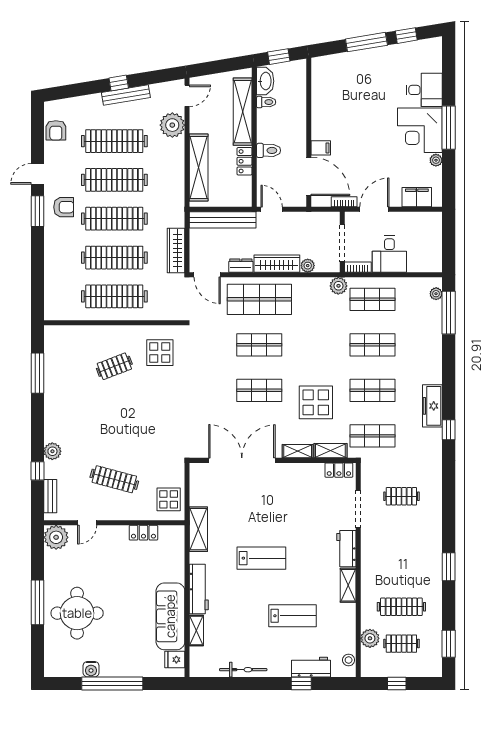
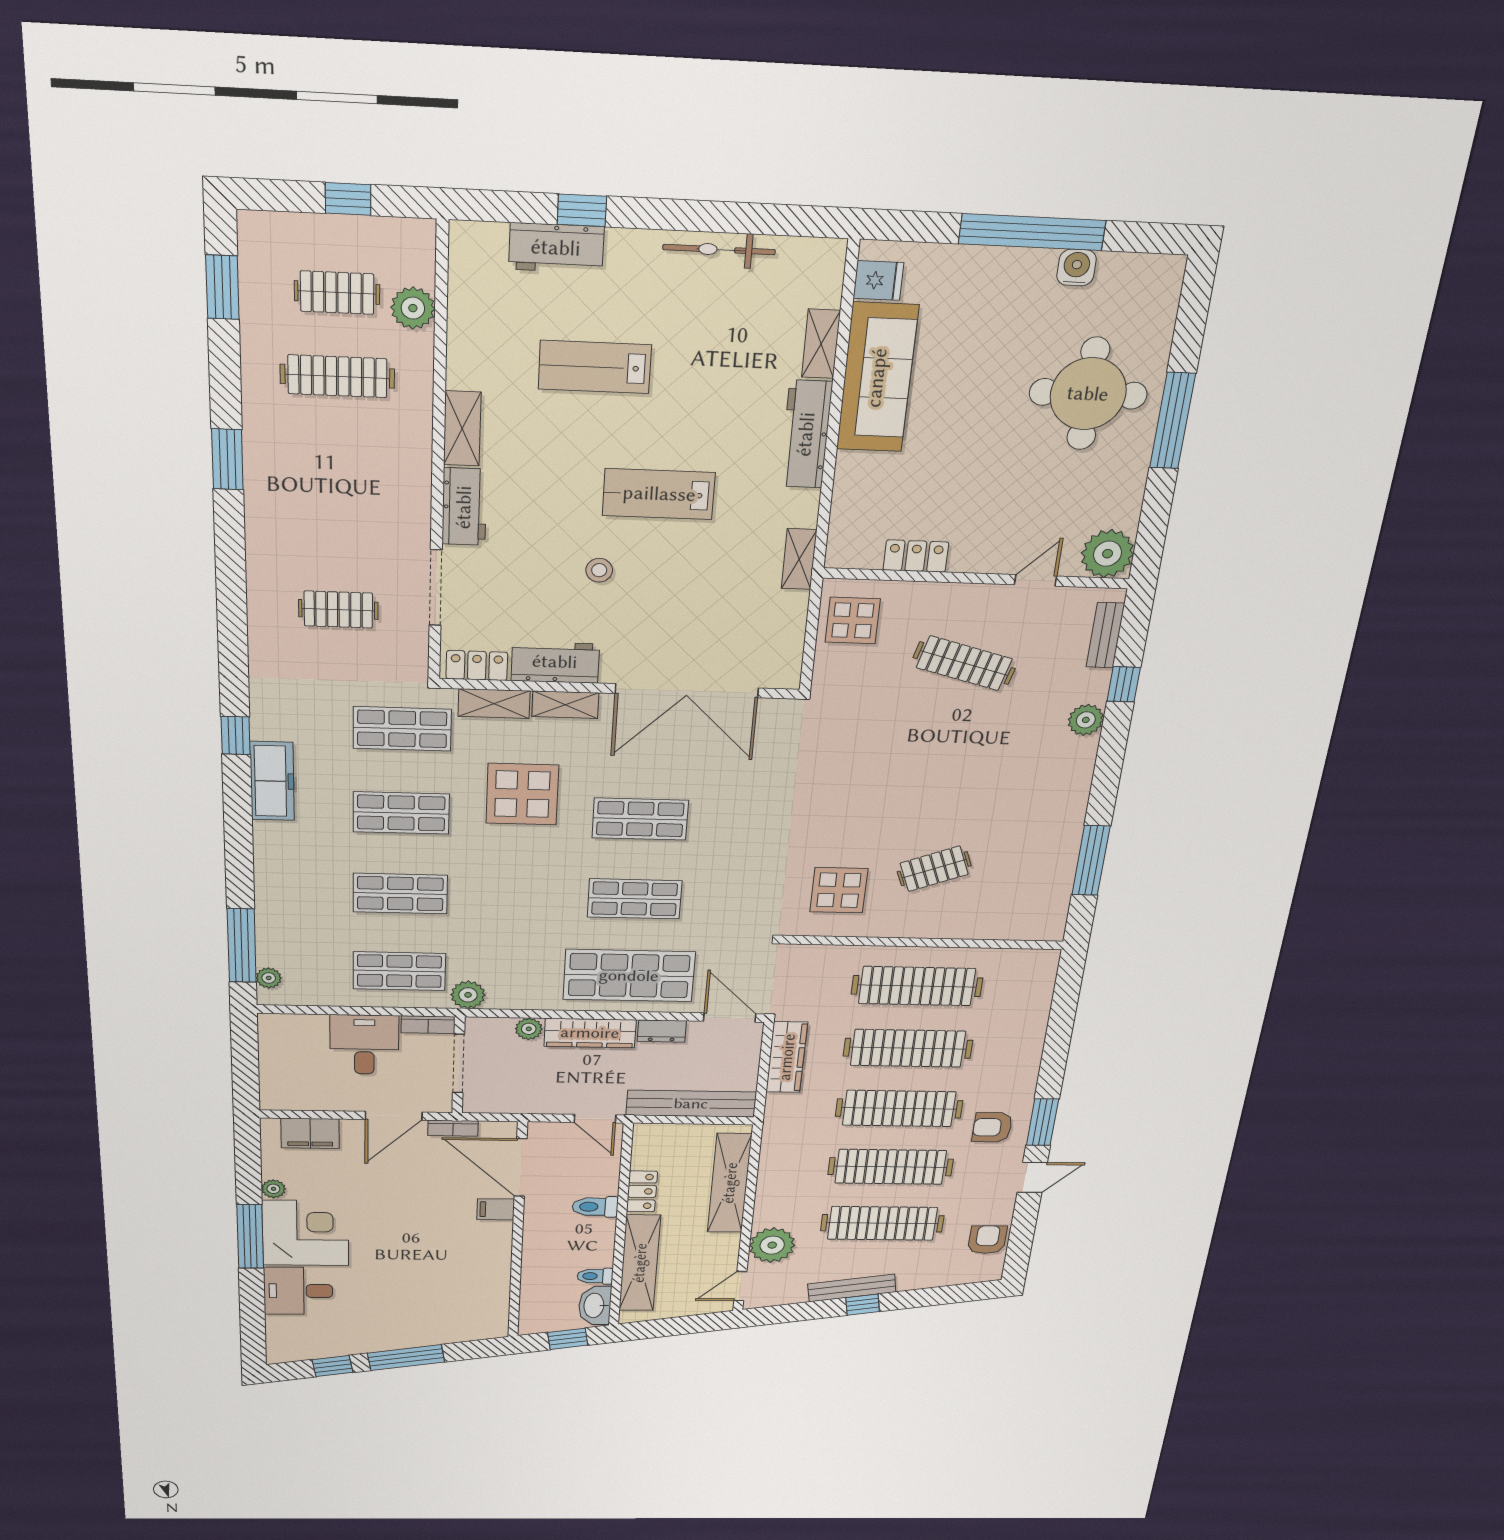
workbench: (303, 473) -> (555, 662), added
shelving: (198, 529) -> (799, 559), width x0.67, depth x0.75
stool: (349, 660) -> (599, 570), moved

